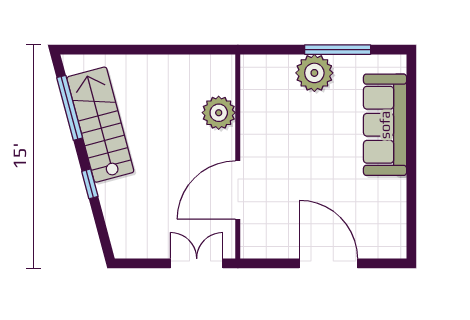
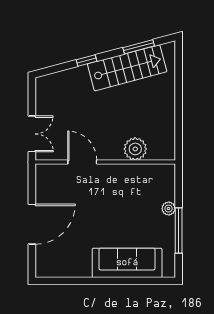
plant: (314, 73) -> (169, 209), width x0.53, depth x0.53
window: (70, 108) -> (139, 47), width x0.69
door: (238, 190) -> (82, 162), width x0.73

